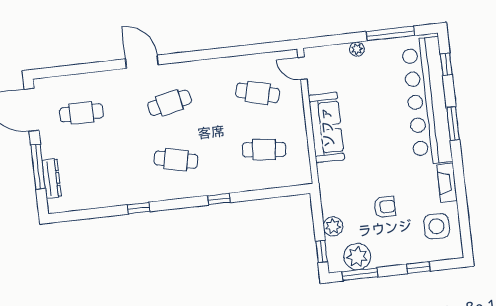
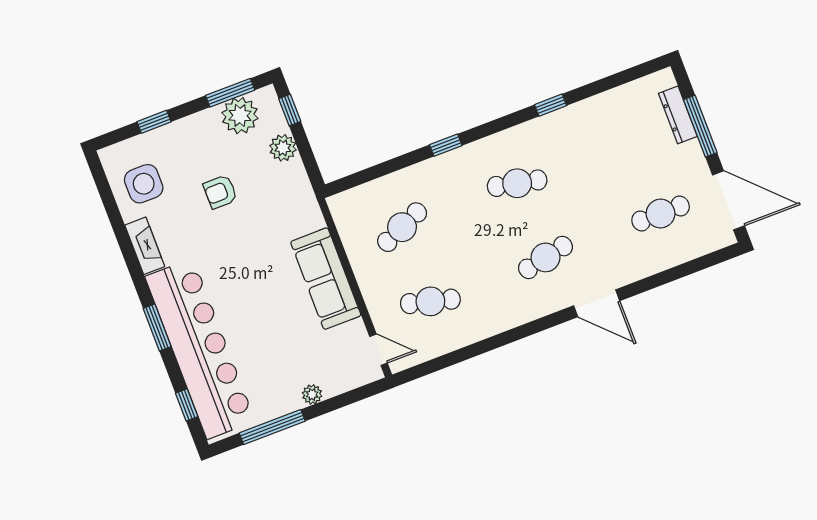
cafe table: (264, 150) -> (402, 227), turned -30

